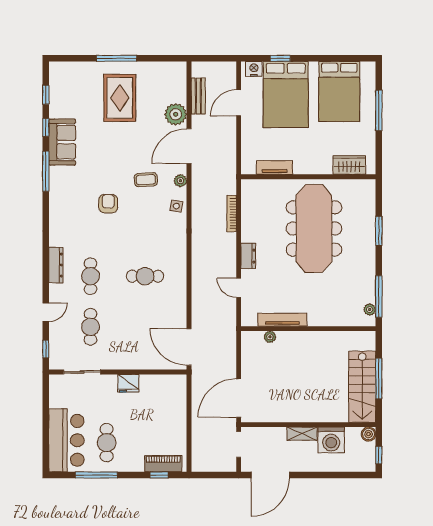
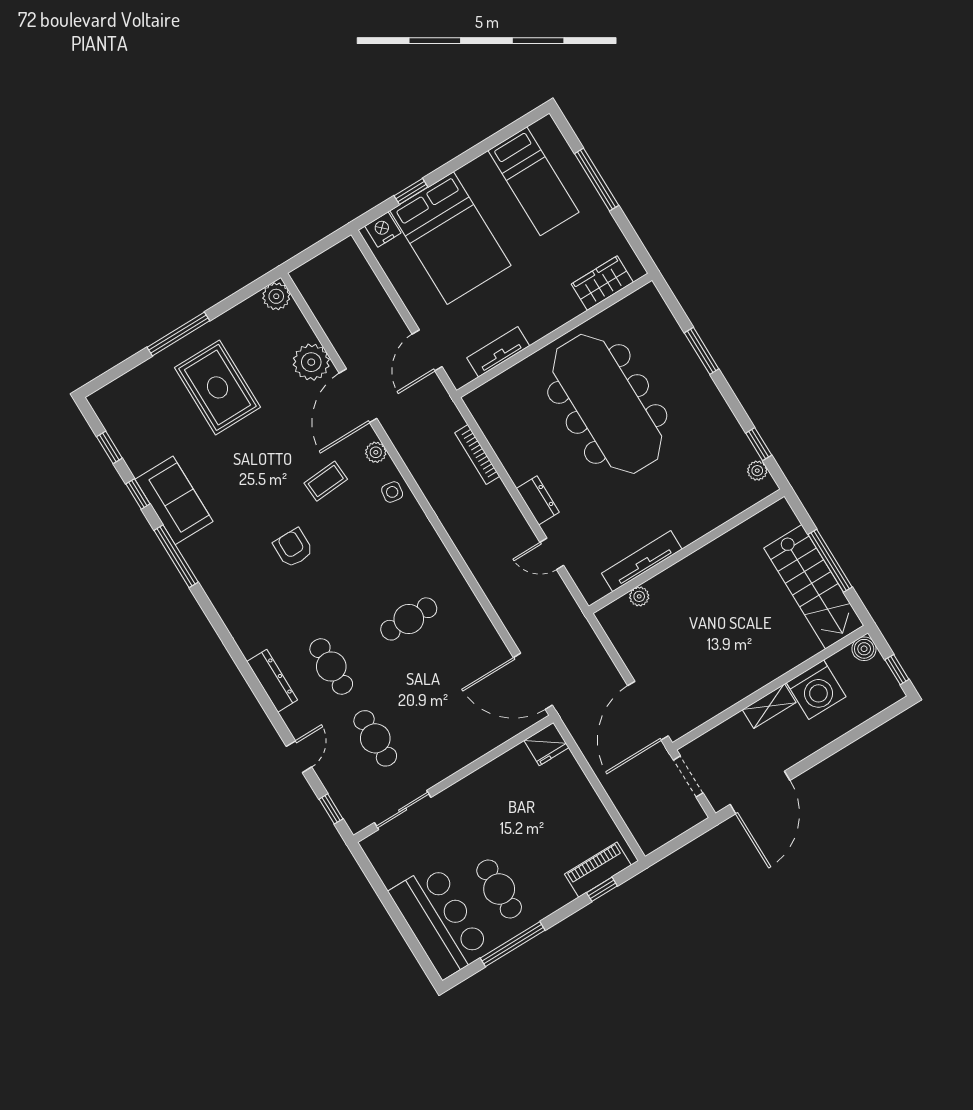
plant: (178, 70) -> (276, 296), added
bed: (339, 92) -> (534, 181), width x0.67
bench: (198, 96) -> (327, 316), removed
door: (239, 103) -> (427, 350), moved
window: (379, 296) -> (759, 444), width x0.46
fridge: (128, 383) -> (546, 744), moved

